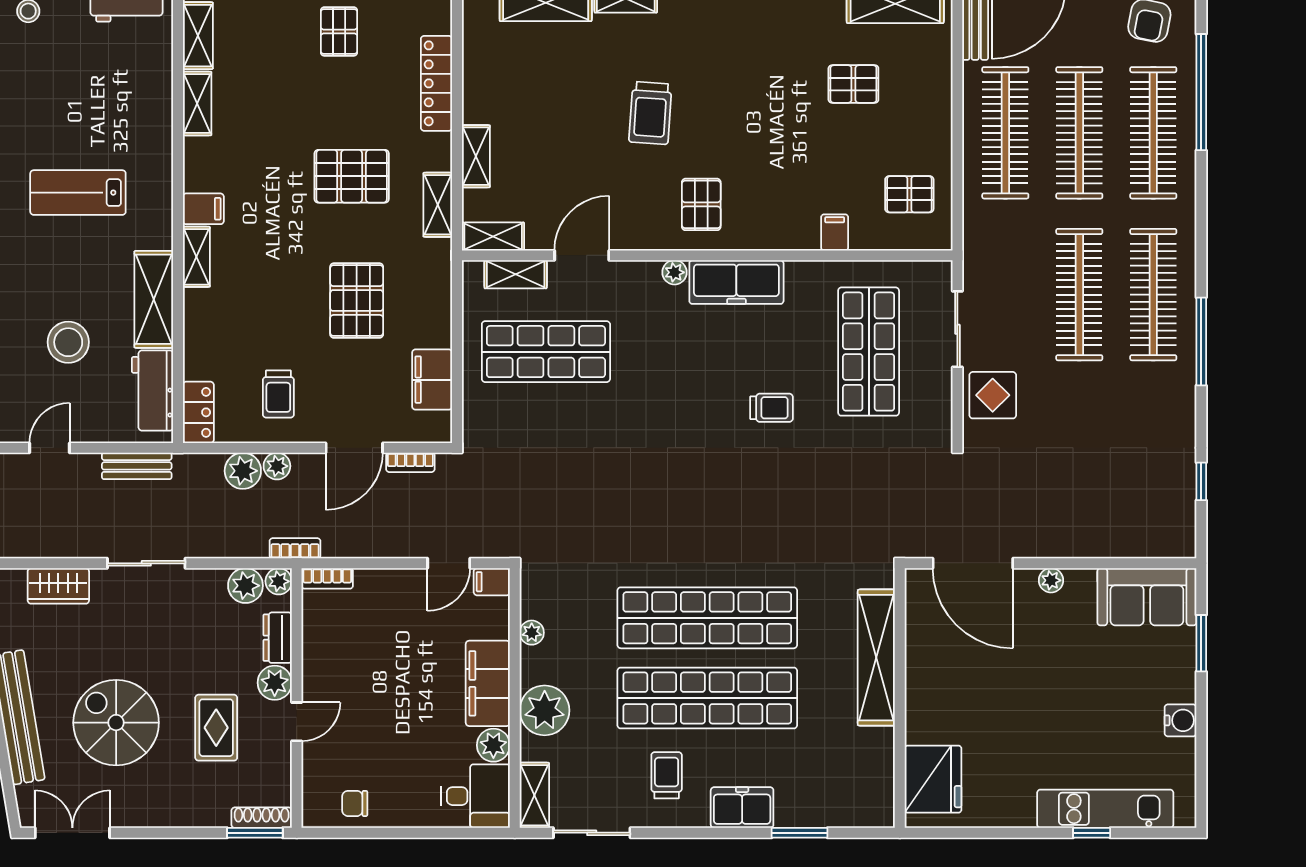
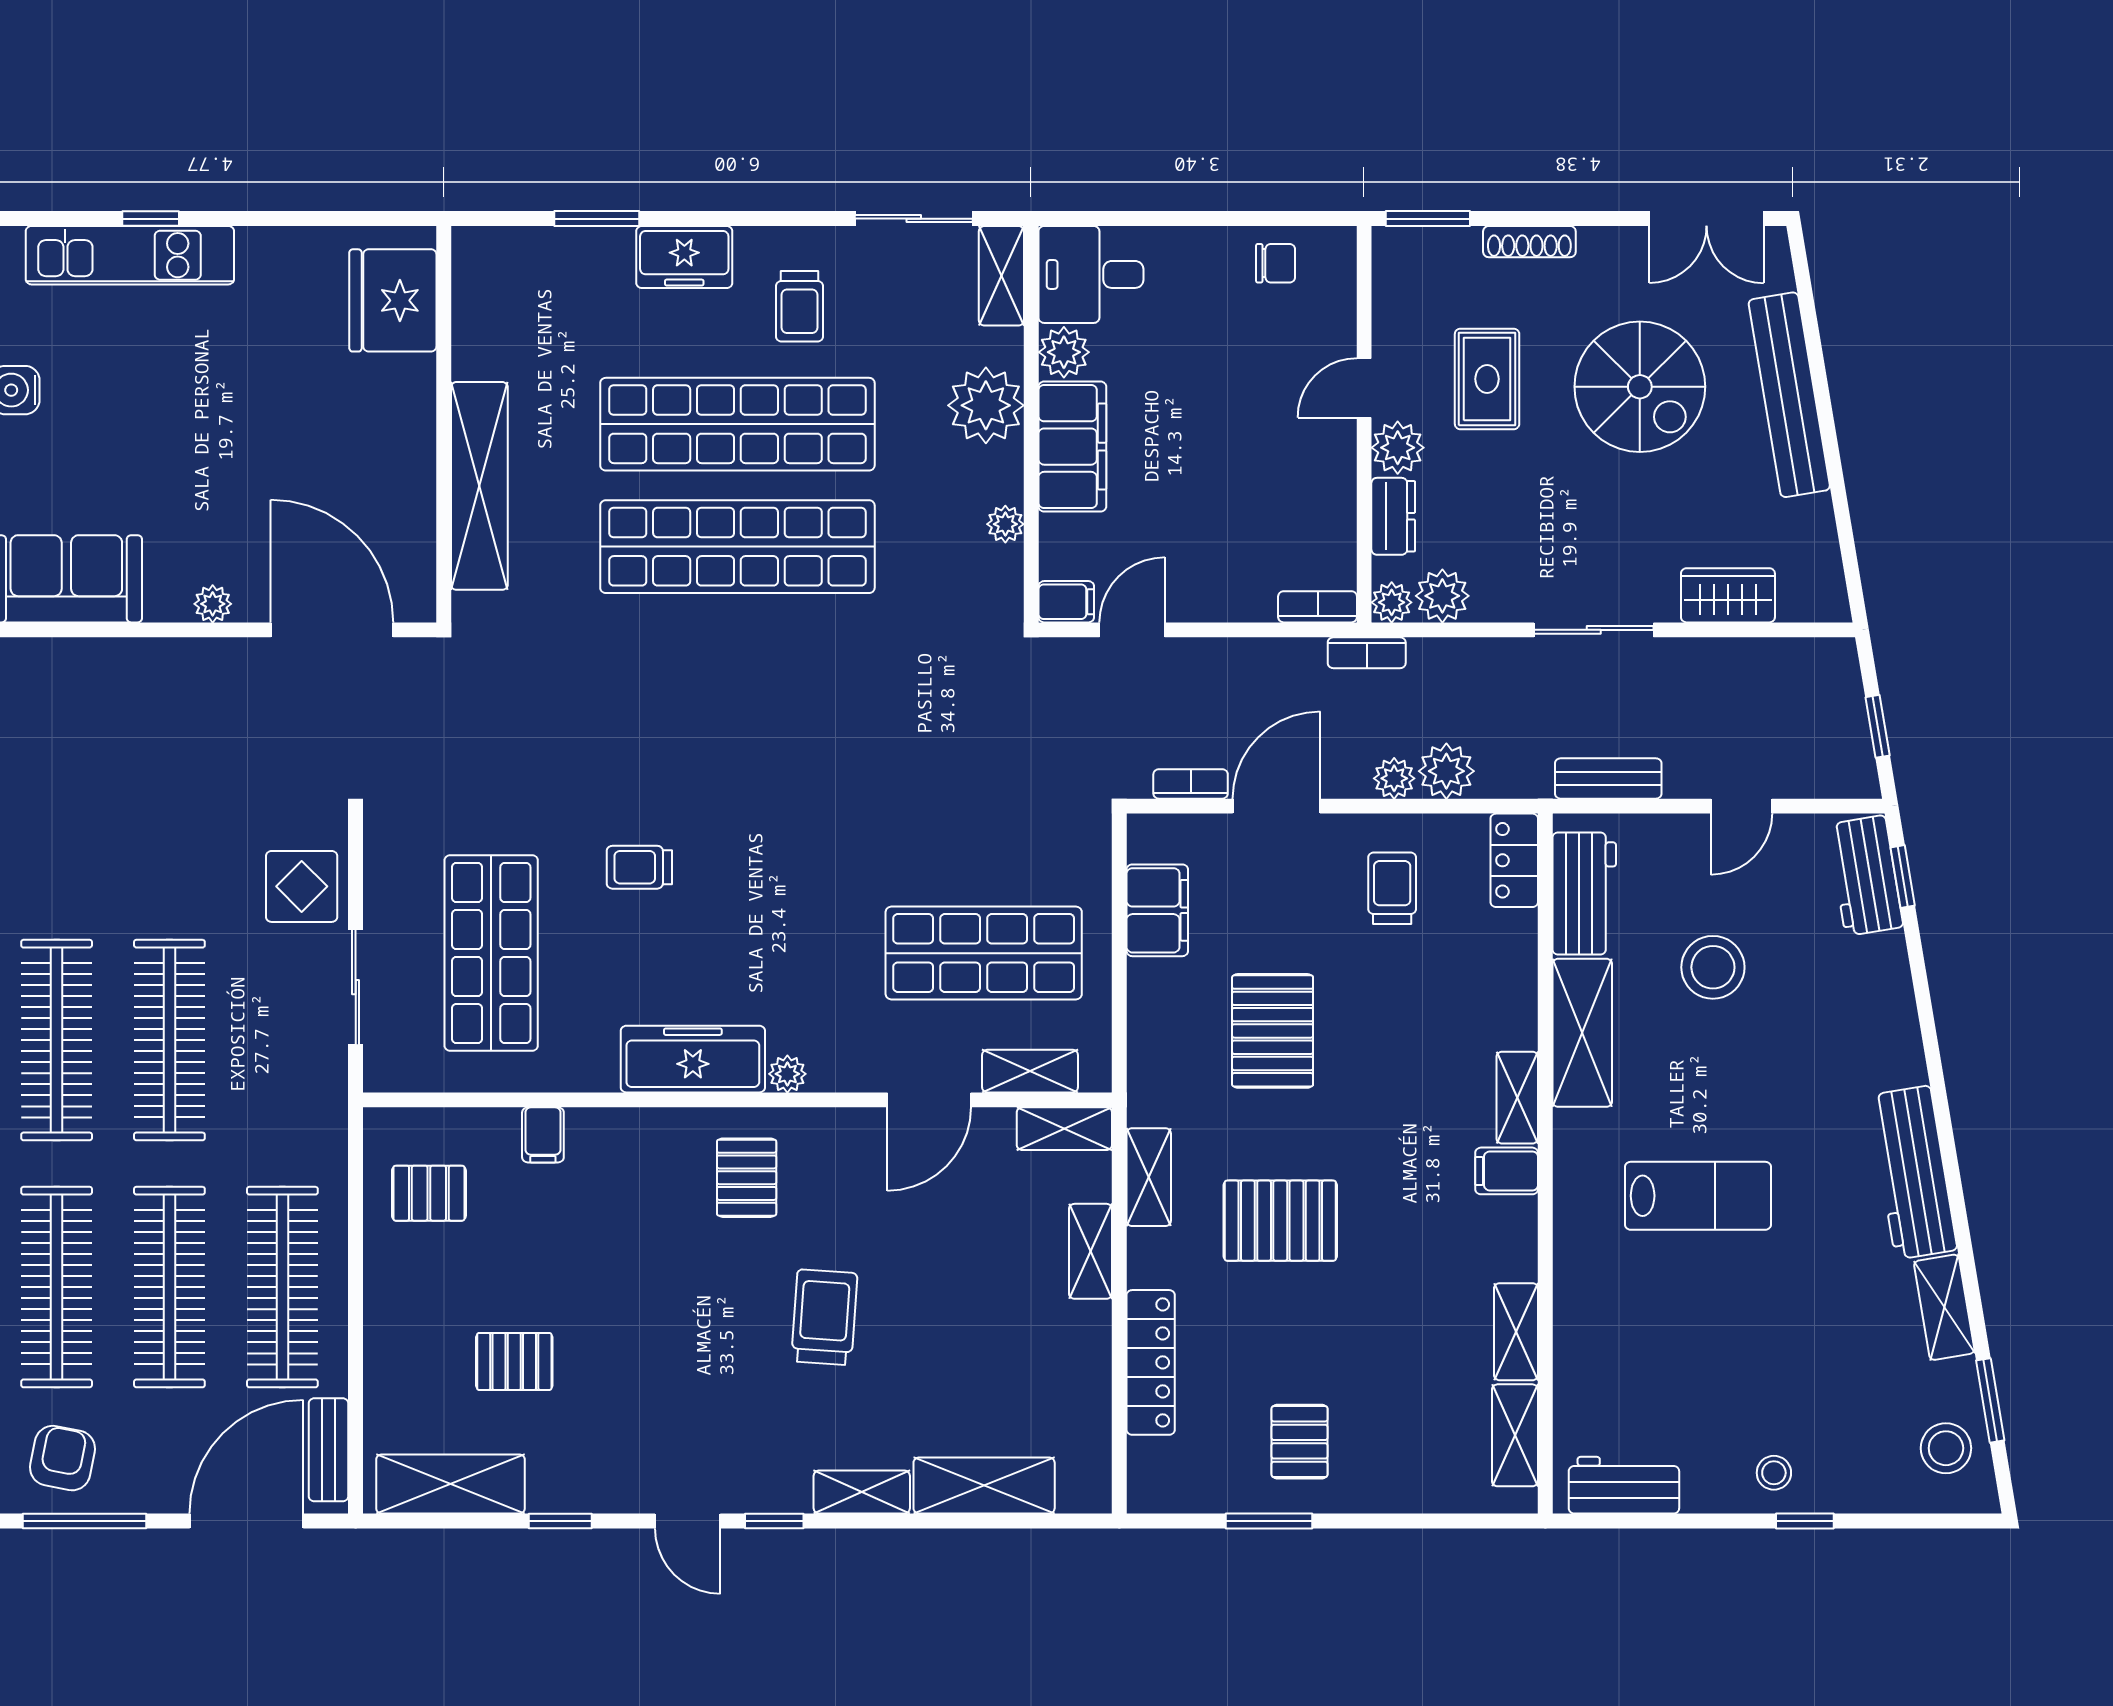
shoe rack: (262, 818) -> (1529, 242), moved

